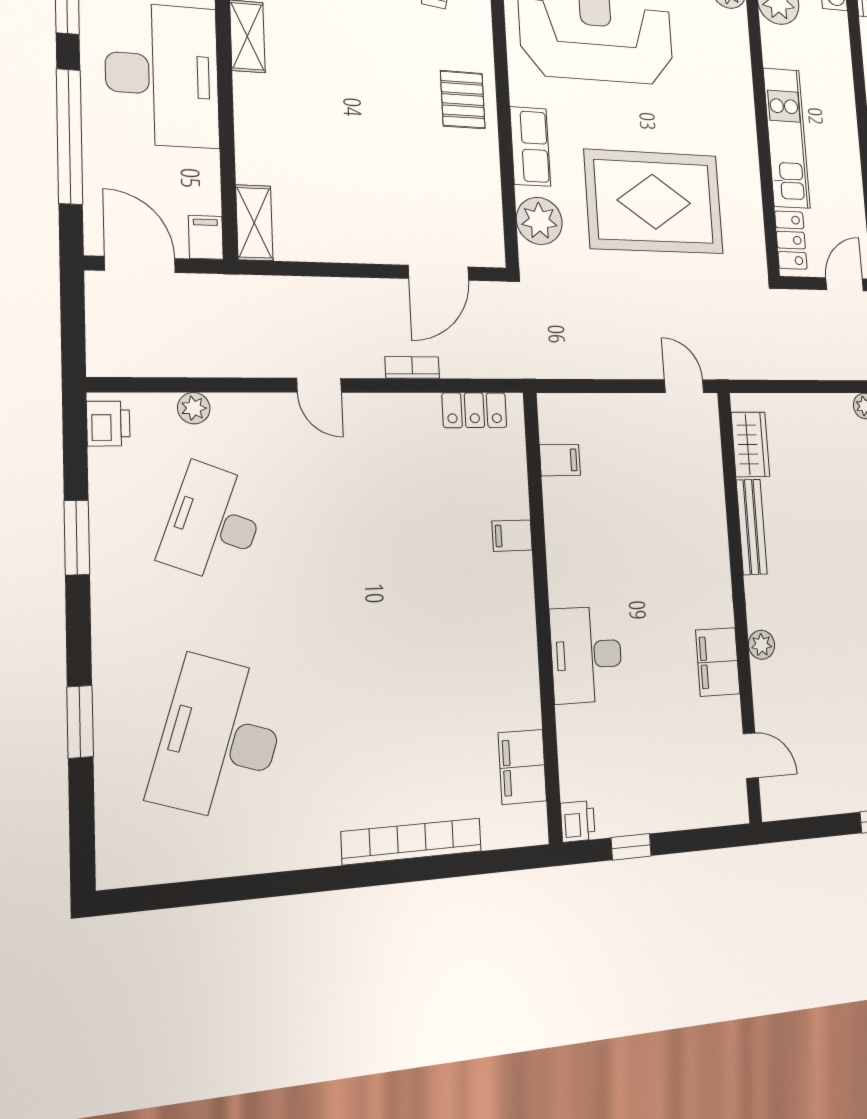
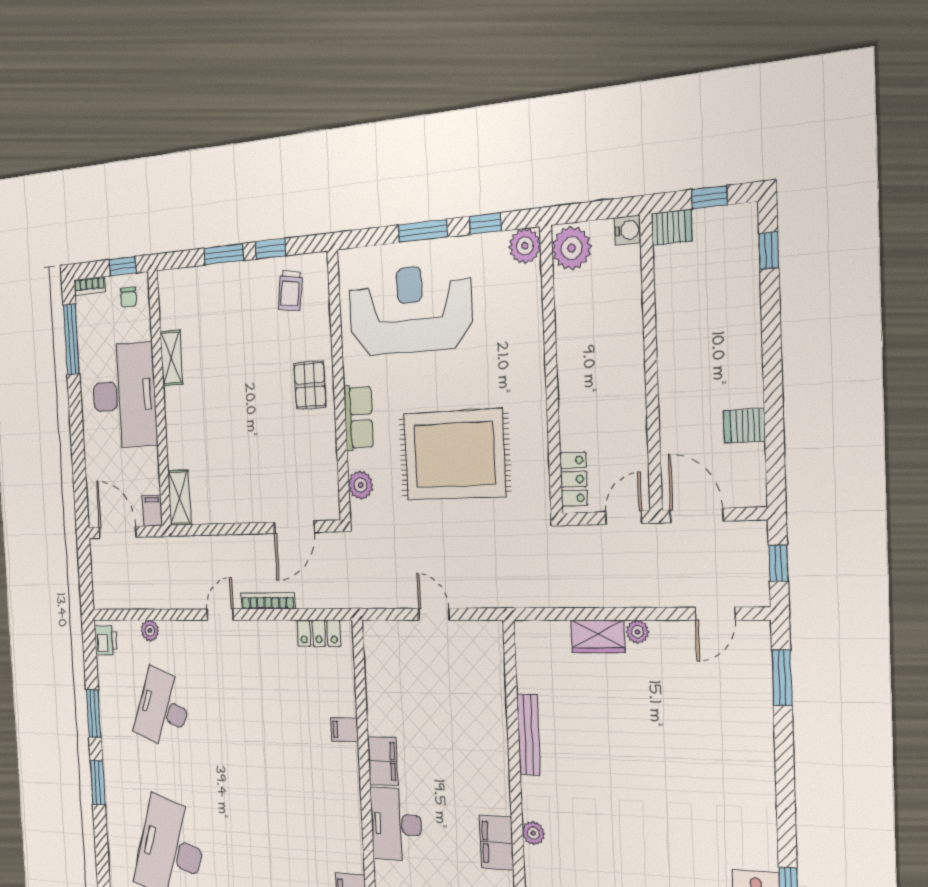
window: (69, 136) -> (78, 447), removed
kitchen unit: (787, 138) -> (574, 382), removed
plant: (539, 221) -> (361, 485), width x0.73, depth x0.73
bookcase: (412, 367) -> (268, 601), width x1.56
door: (319, 385) -> (220, 615), swing flipped
door: (684, 386) -> (434, 614), moved
wardrobe: (750, 444) -> (598, 636), moved, turned 90
filing cabinet: (560, 460) -> (383, 761), moved, width x2.00
window: (80, 722) -> (98, 782), moved

